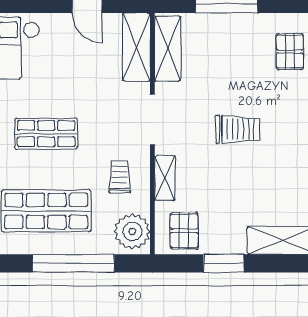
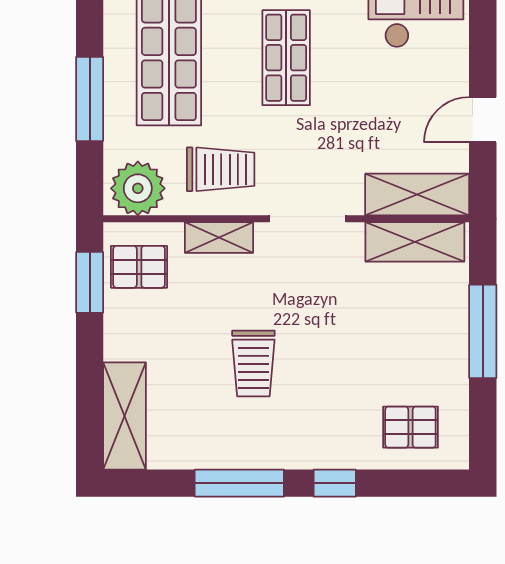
trolley: (238, 129) -> (253, 363), moved
trolley: (120, 177) -> (221, 169), width x1.36, depth x1.39
window: (73, 263) -> (90, 99), width x0.68
window: (224, 263) -> (90, 282), moved

